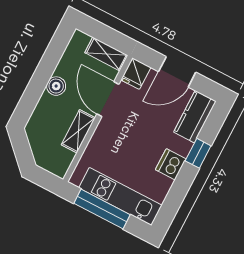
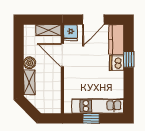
shelving: (78, 131) -> (29, 82), moved
dishwasher: (171, 164) -> (117, 63), moved
window: (102, 209) -> (91, 118), width x0.46

